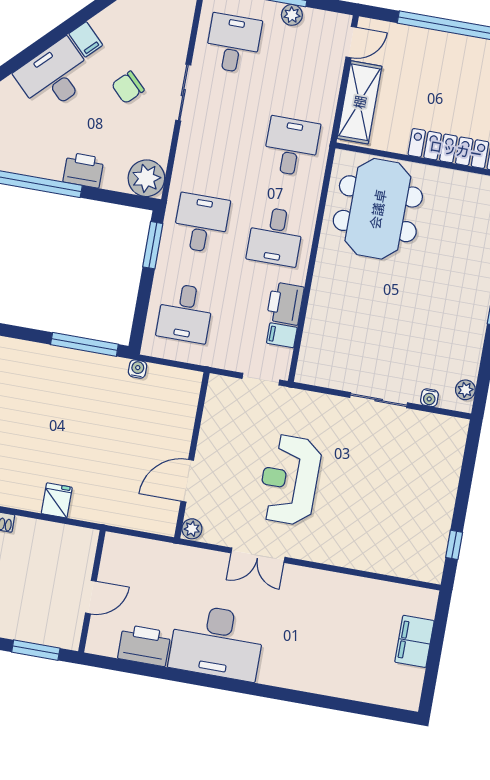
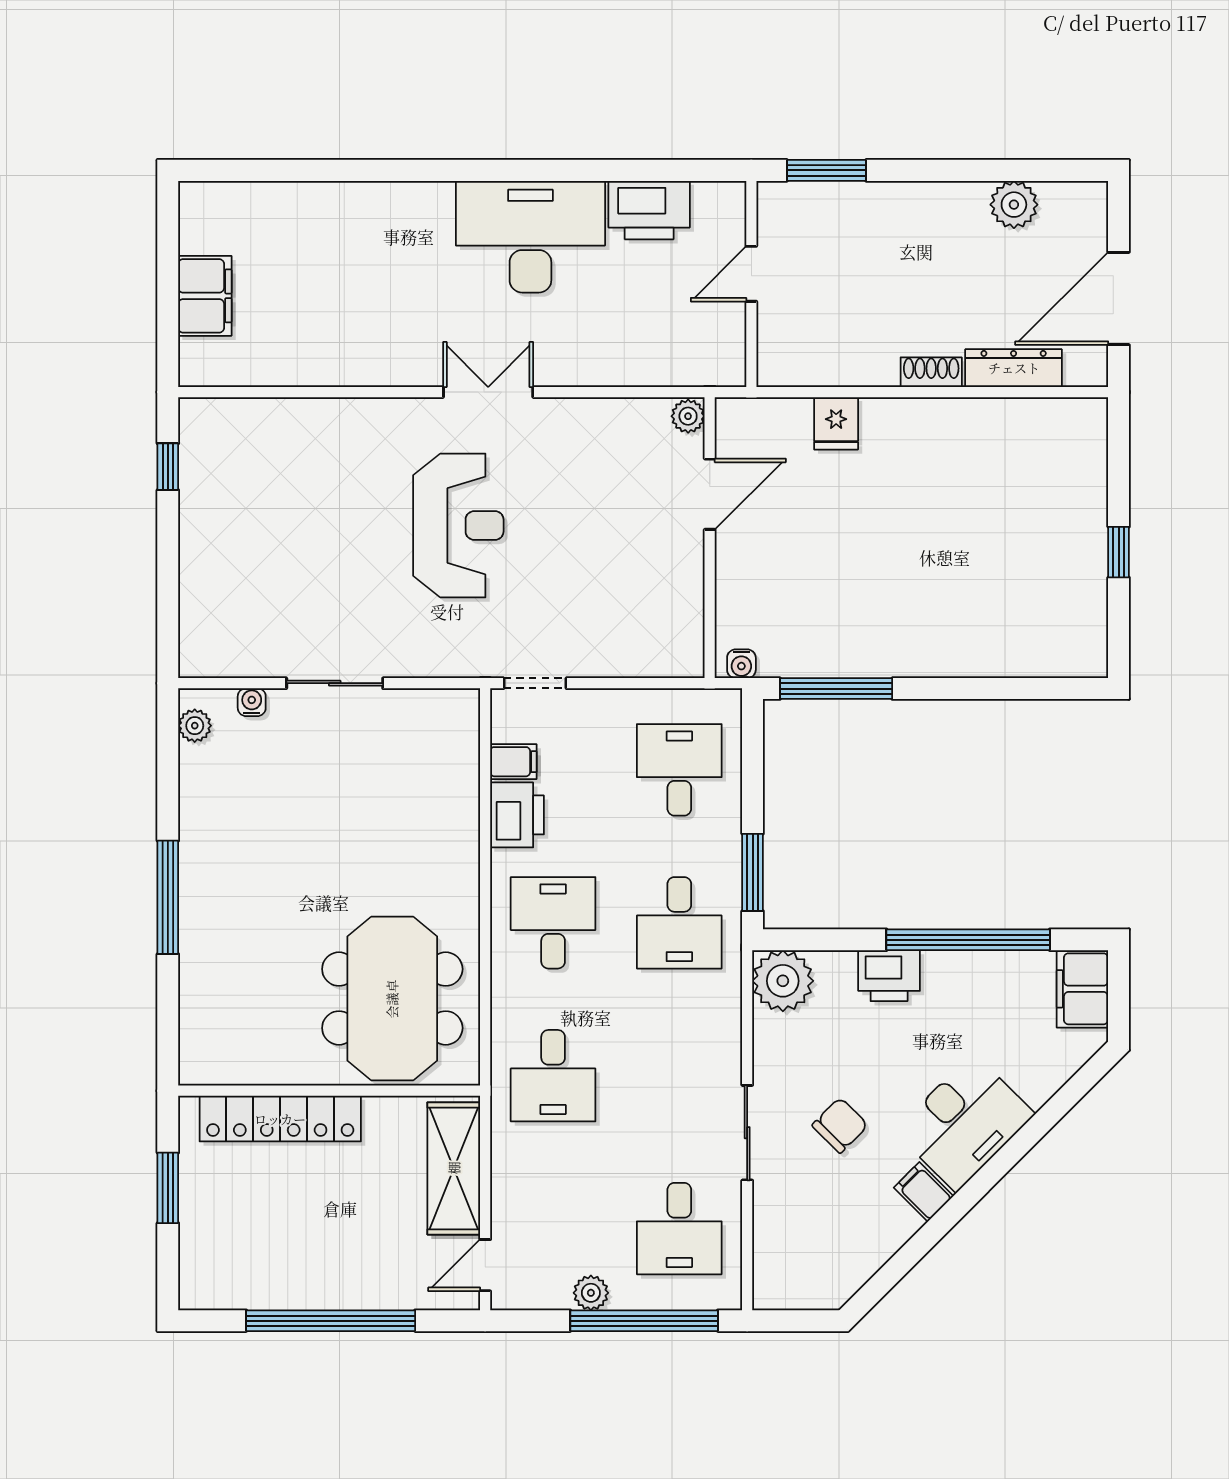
wall: (192, 455) -> (710, 538), moved
door: (187, 481) -> (710, 494), moved
plant: (192, 529) -> (688, 416), moved

